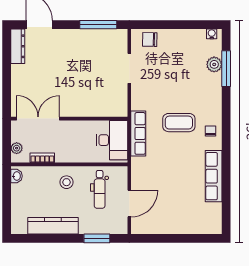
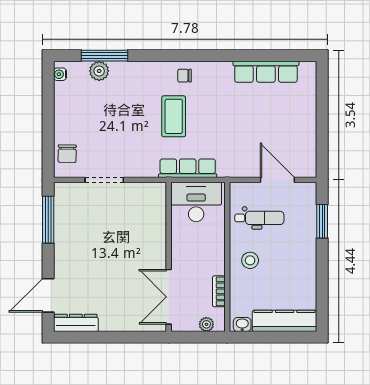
row of seats: (214, 176) -> (266, 72), moved
kitchen counter: (53, 226) -> (285, 321), moved, turned 90

